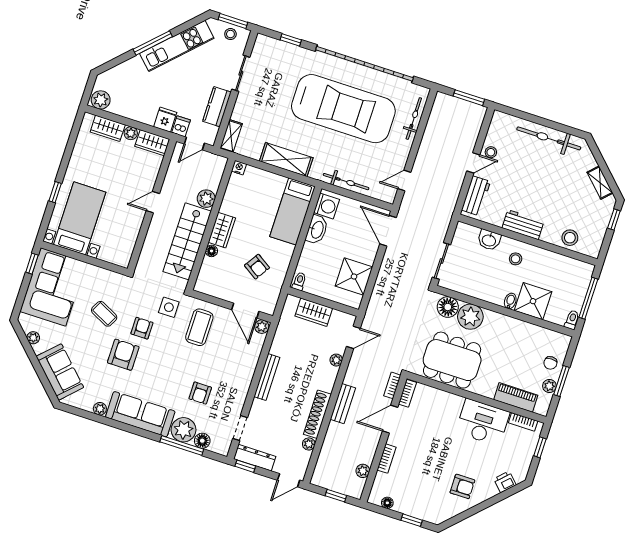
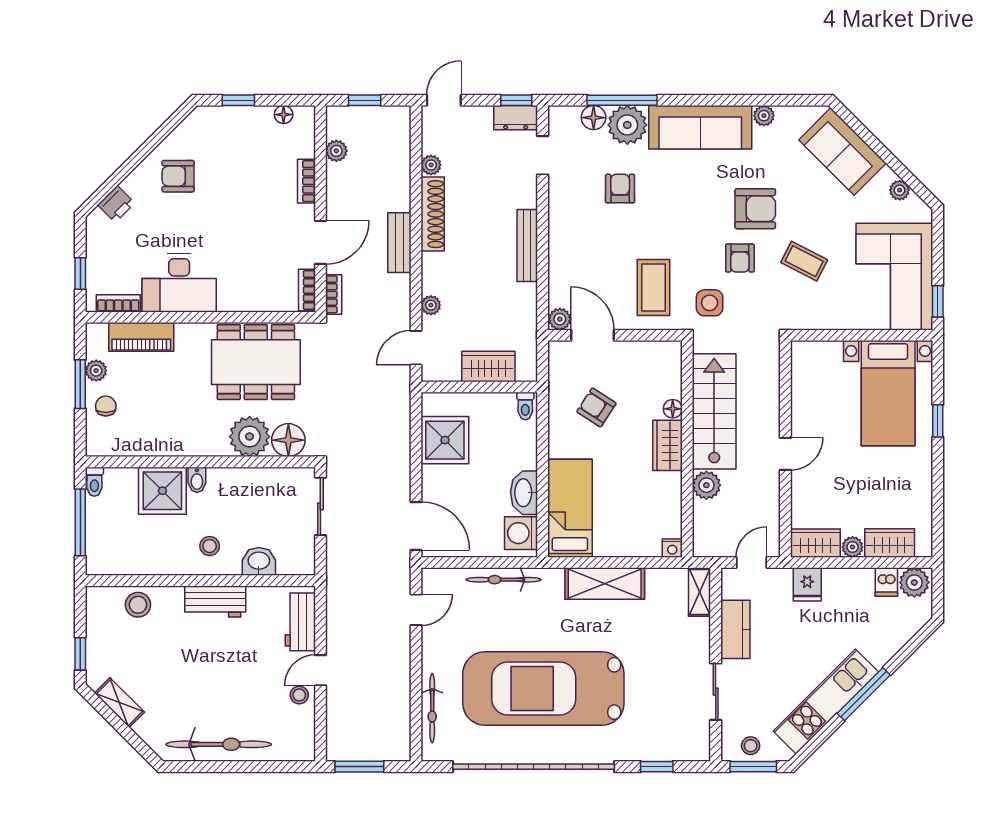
dishwasher: (181, 126) -> (886, 582), moved
armchair: (123, 355) -> (755, 209), turned -90
dresser: (255, 458) -> (516, 118), width x0.70

